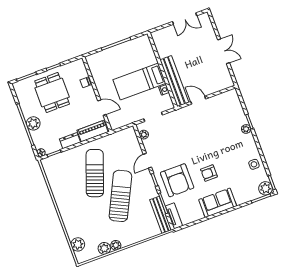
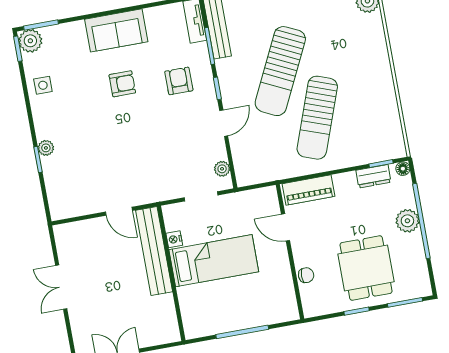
dresser: (70, 141) -> (373, 176), moved
armchair: (177, 180) -> (179, 81), width x0.53, depth x0.53

